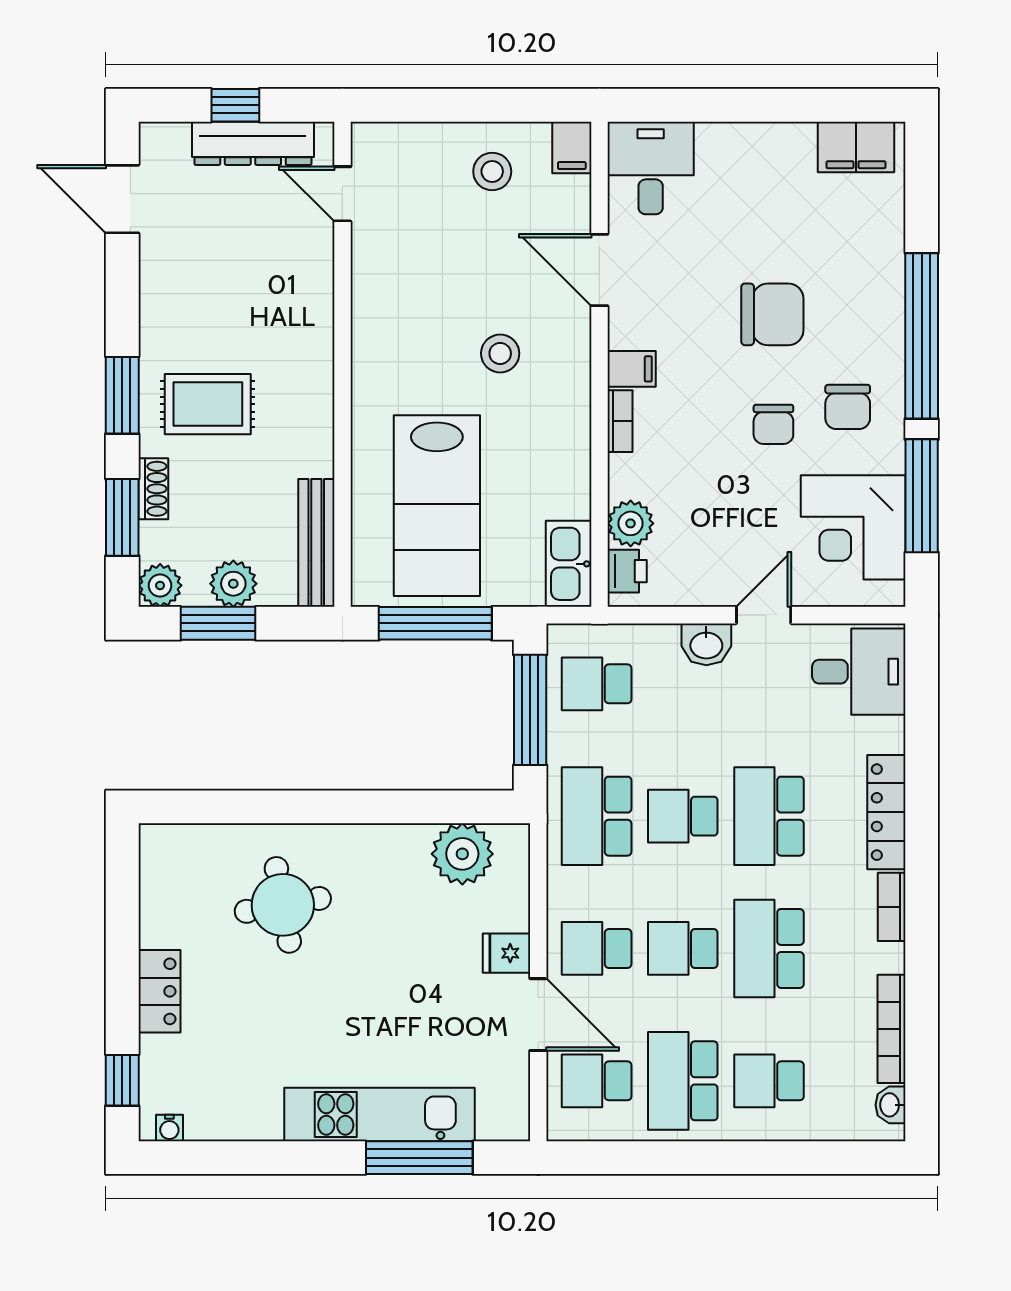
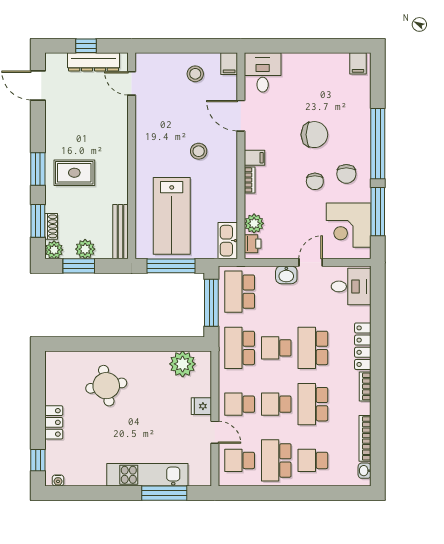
filing cabinet: (856, 147) -> (358, 63), width x0.50
shoe rack: (153, 489) -> (51, 226), moved
school desk: (597, 684) -> (240, 292), width x1.85
door: (538, 1015) -> (215, 432), width x0.73

